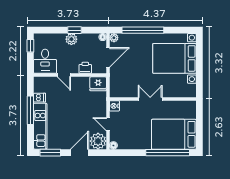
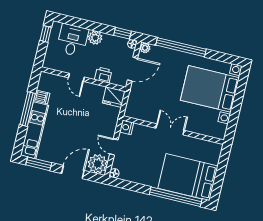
window: (74, 30) -> (122, 33), moved
desk: (45, 61) -> (72, 40), moved, turned 180

